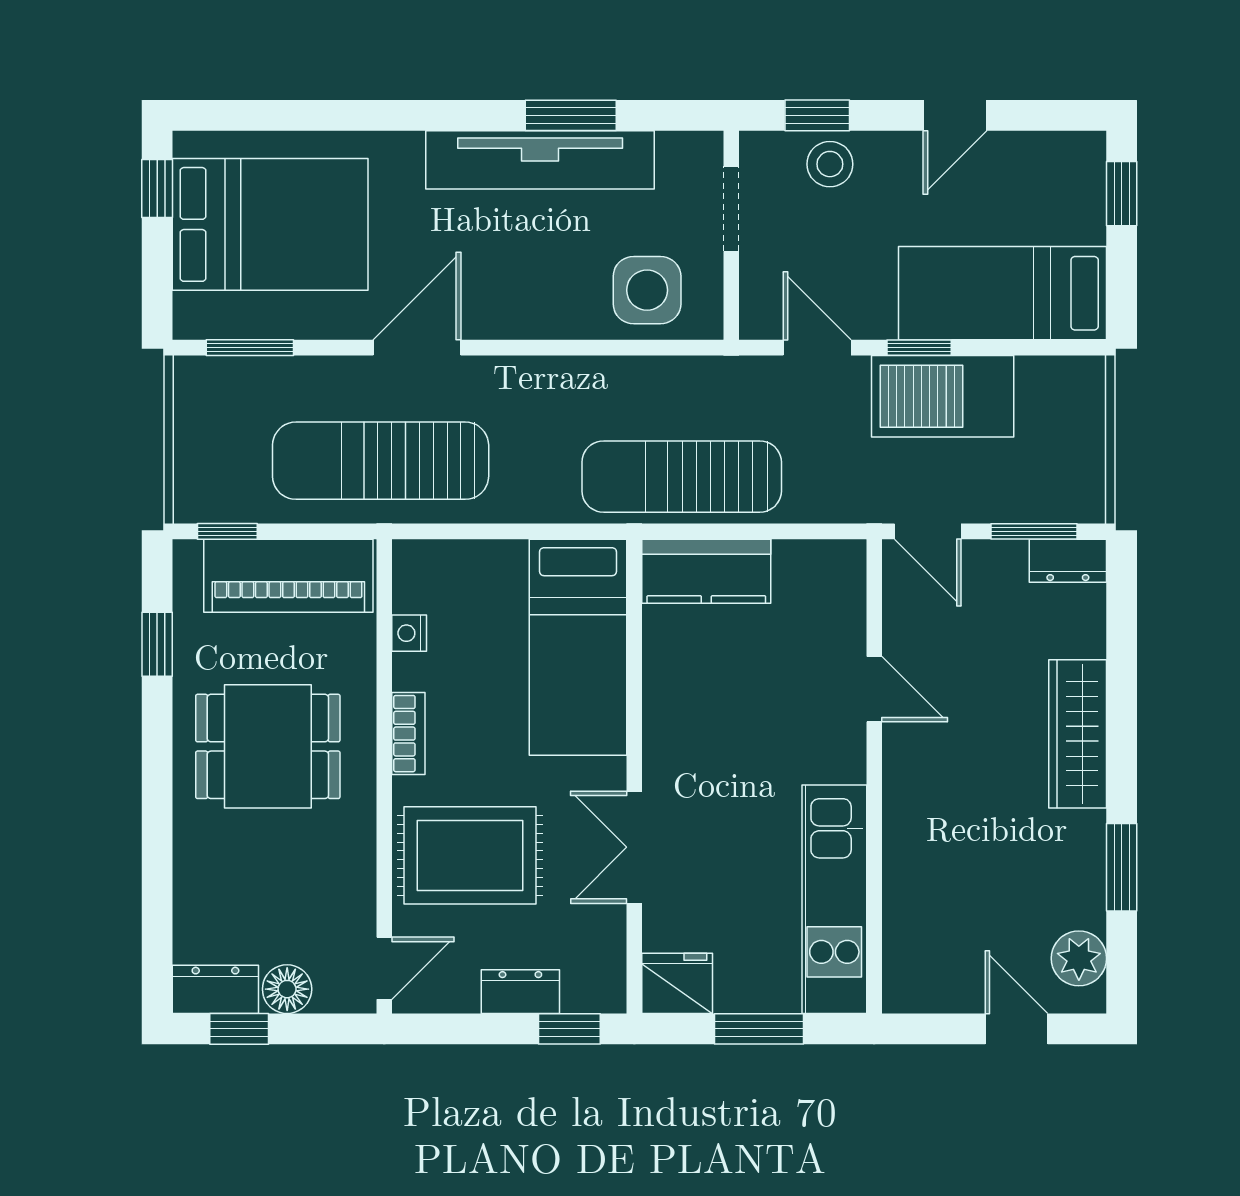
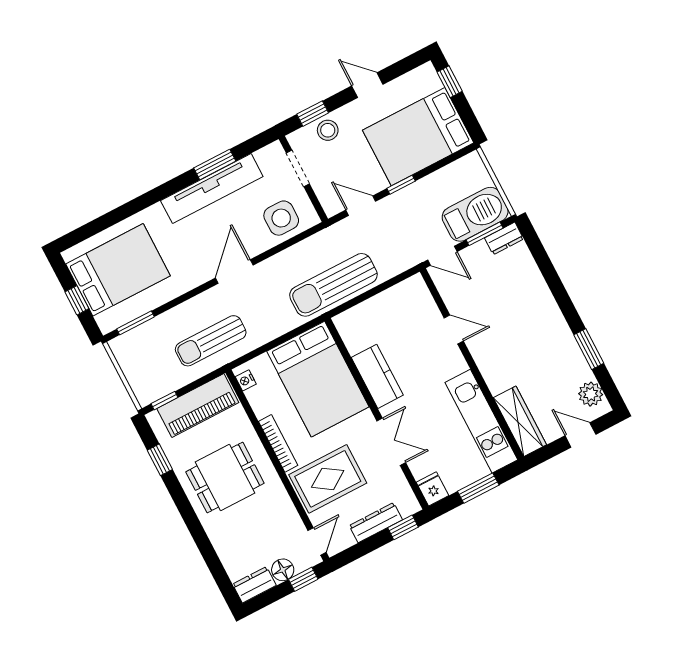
door: (955, 115) -> (367, 85), swing flipped
window: (157, 189) -> (77, 300), moved
bed: (1002, 293) -> (418, 137), width x1.50
door: (417, 348) -> (234, 271), moved
barbecue: (943, 396) -> (475, 214), moved, turned 180
sun lounger: (381, 461) -> (211, 341), width x0.73, depth x0.75
kitchen counter: (706, 571) -> (377, 376), moved, turned -90
nightstand: (409, 633) -> (246, 380), moved
bed: (578, 647) -> (318, 379), width x1.50
bookcase: (408, 734) -> (278, 443), width x1.56
wardrobe: (1078, 734) -> (520, 421), moved, turned 180
double door: (634, 847) -> (391, 442), swing flipped
fridge: (677, 983) -> (432, 489), width x0.72
dresser: (520, 992) -> (376, 523), width x1.44
window: (239, 1029) -> (303, 579), moved

